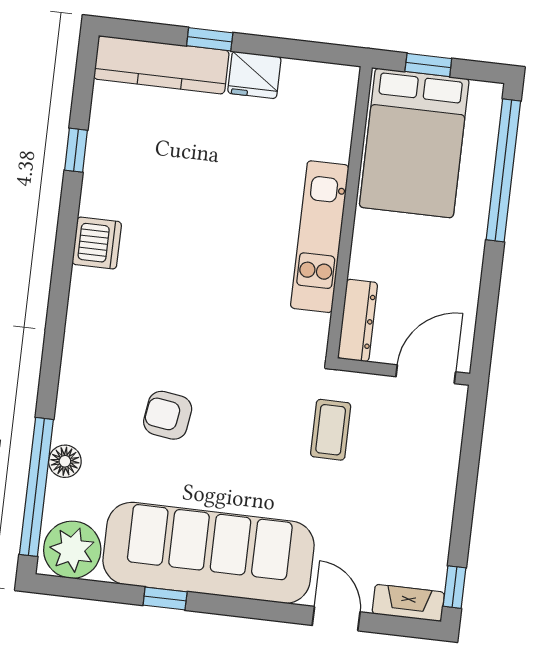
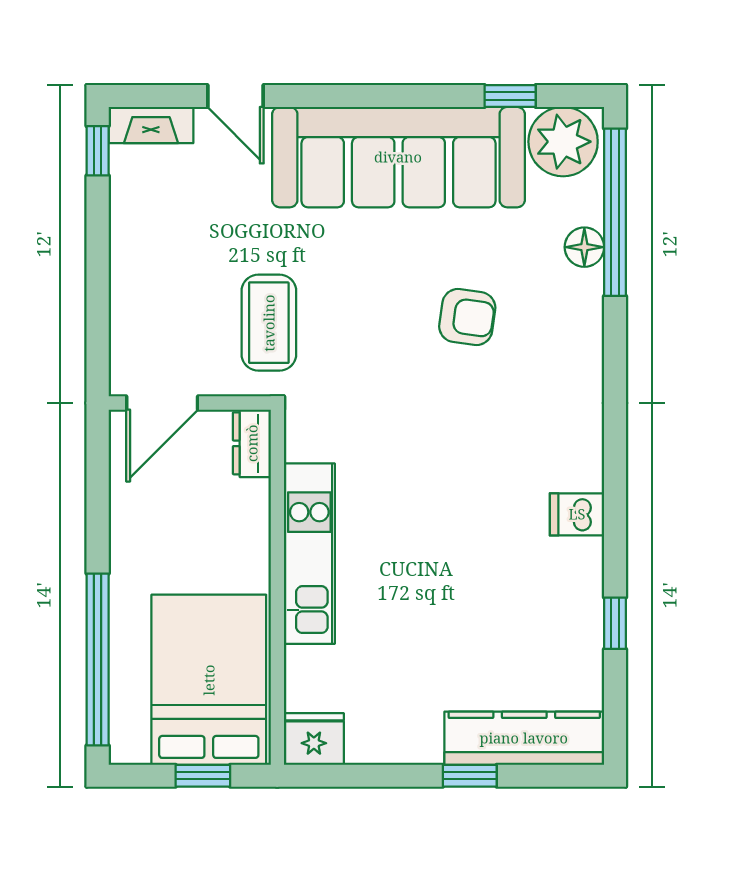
fridge: (254, 75) -> (314, 739), moved
dishwasher: (97, 243) -> (577, 514), width x0.73
dresser: (358, 320) -> (252, 443), width x0.70
coffee table: (331, 430) -> (269, 323), width x1.36, depth x1.30
window: (165, 599) -> (510, 96), moved

